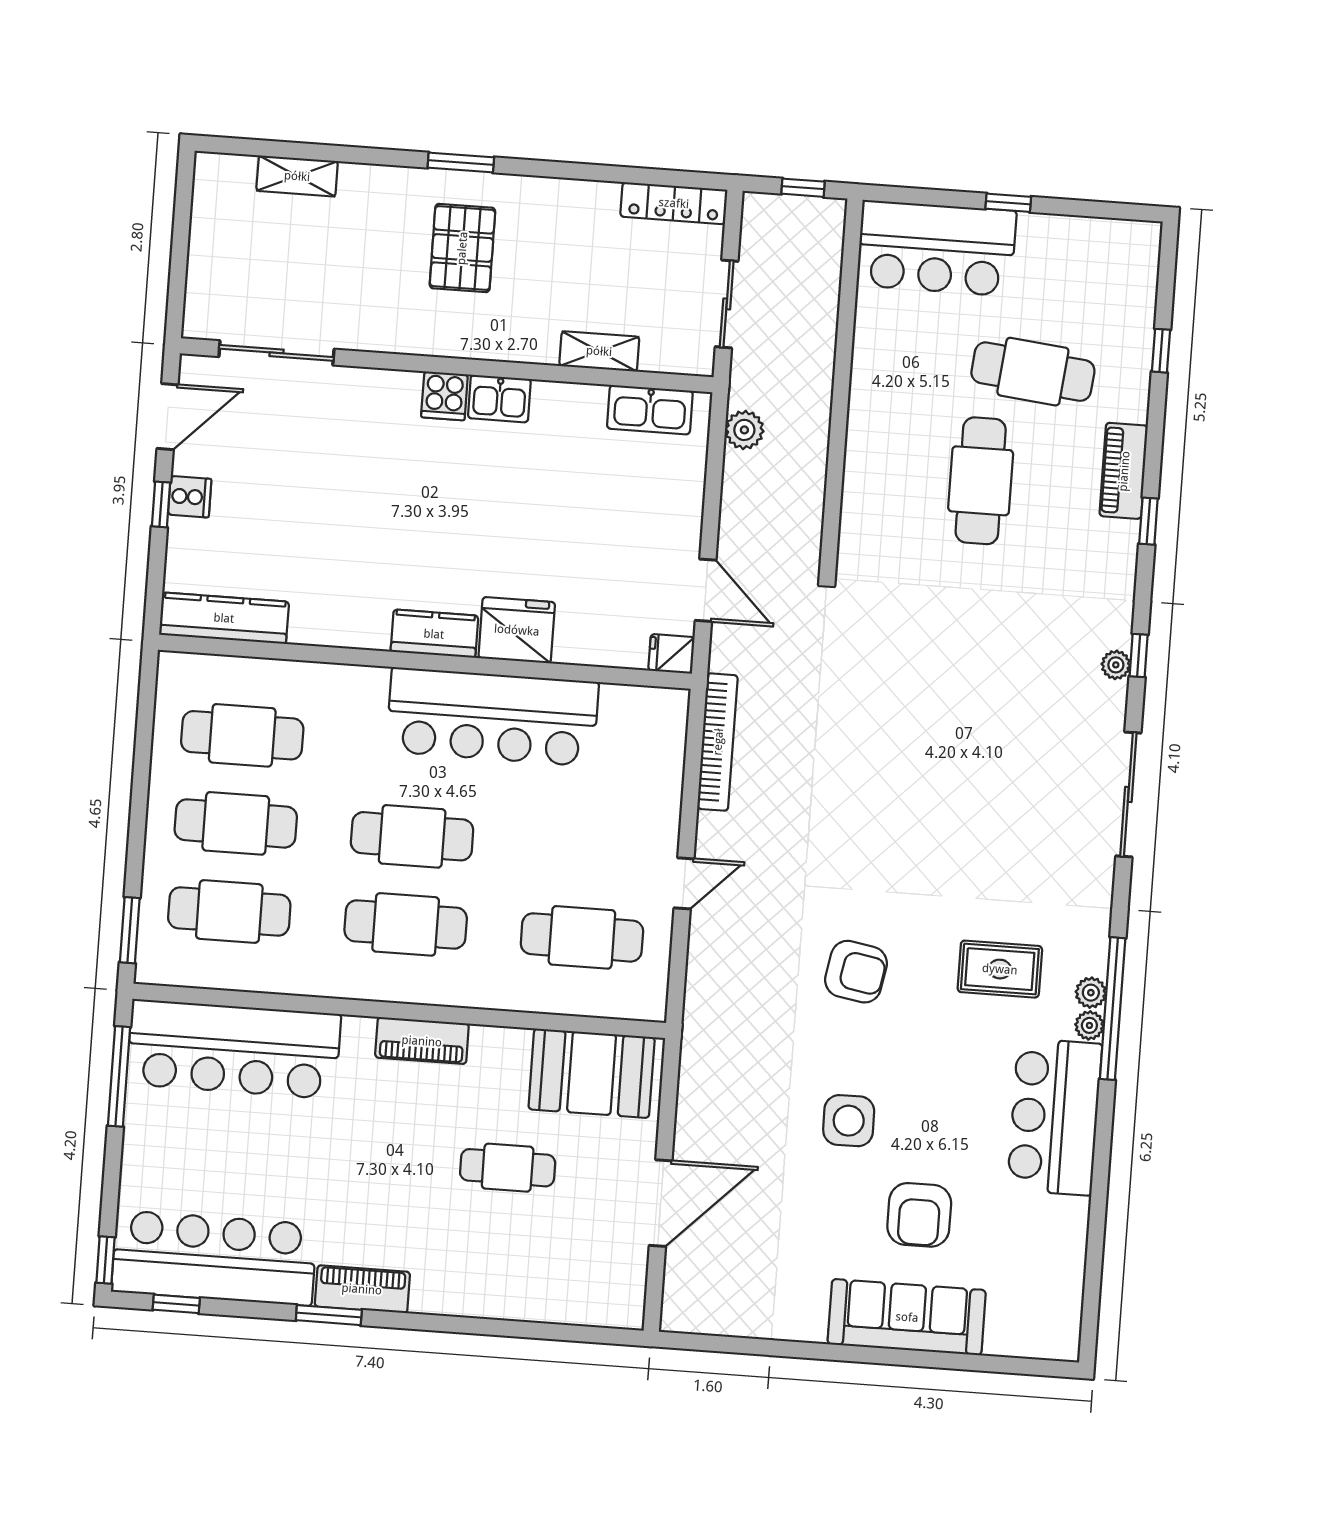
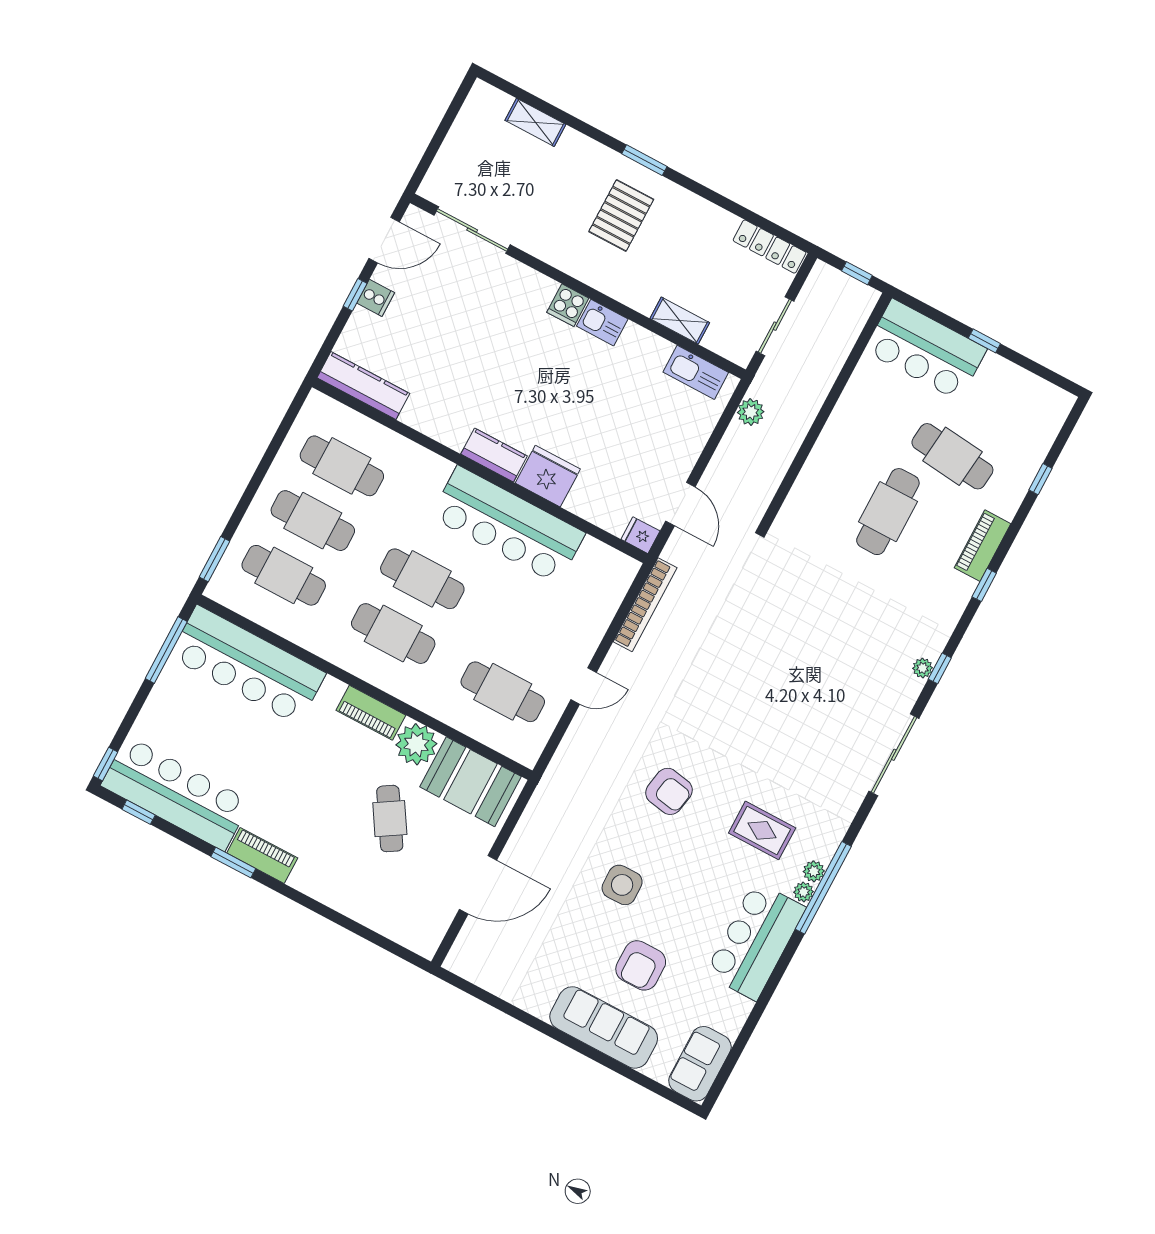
plant: (499, 1056) -> (416, 744), added
cafe table: (508, 1168) -> (390, 819), turned 58
sofa: (1053, 1309) -> (700, 1064), added

